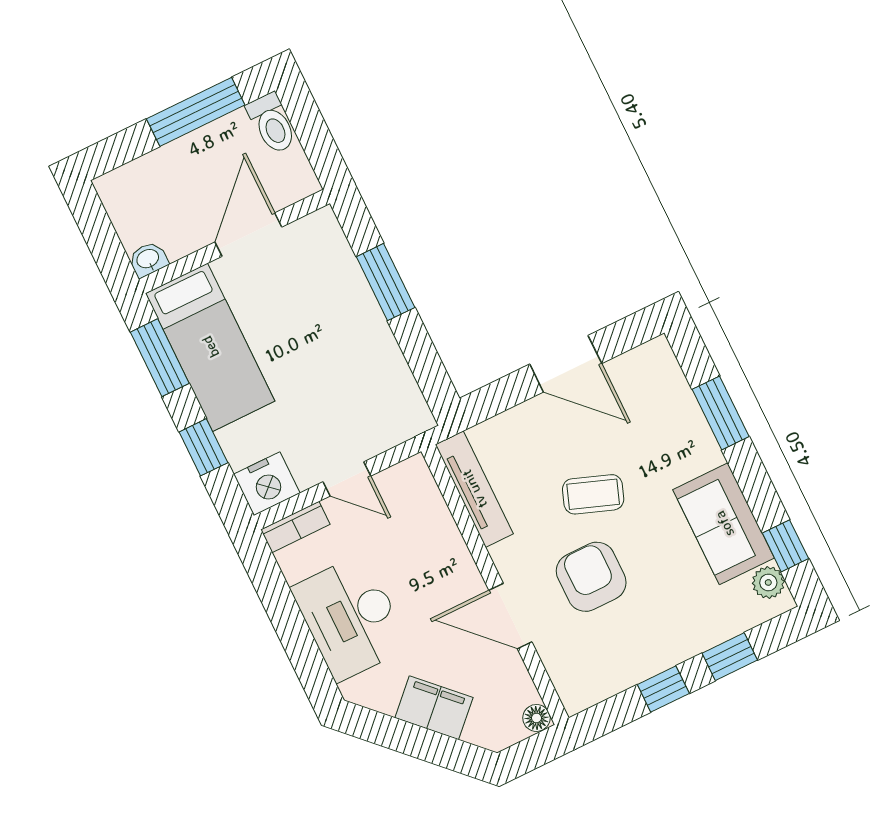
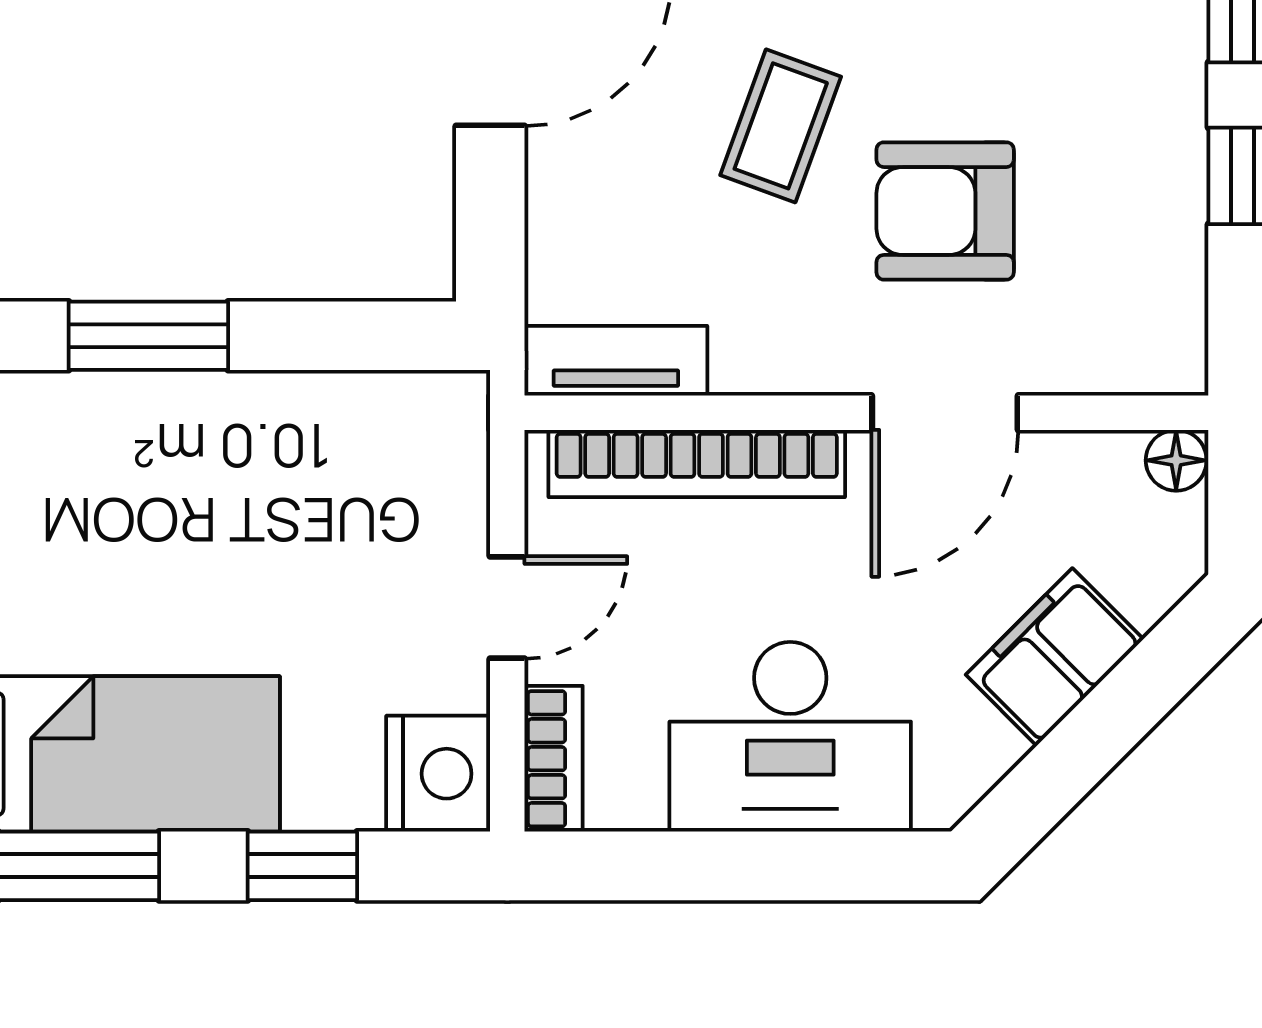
tv unit: (474, 489) -> (616, 361), width x0.71
bookcase: (442, 527) -> (697, 463), added

